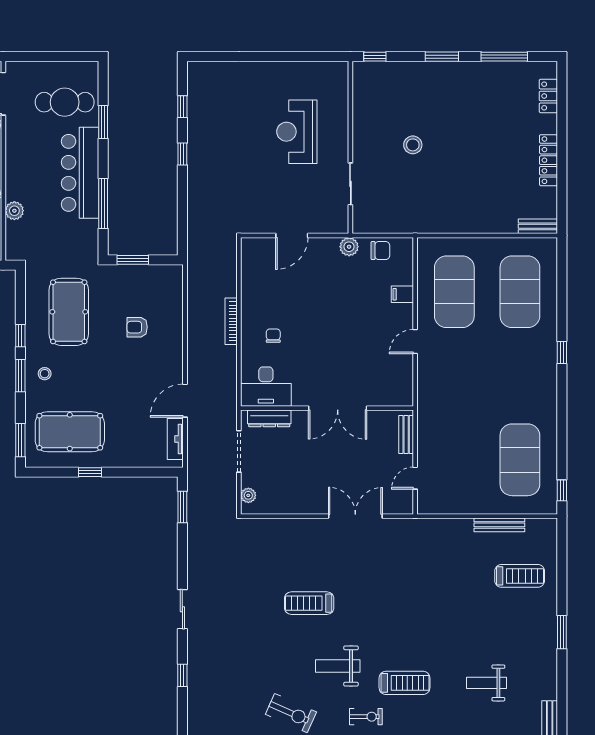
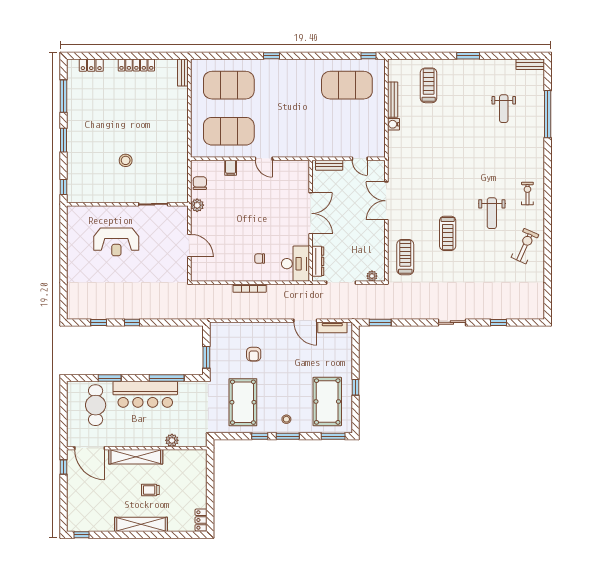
pool table: (69, 312) -> (243, 402), turned 90
water cooler: (464, 526) -> (394, 124), added
treadmill: (404, 683) -> (405, 257), moved

